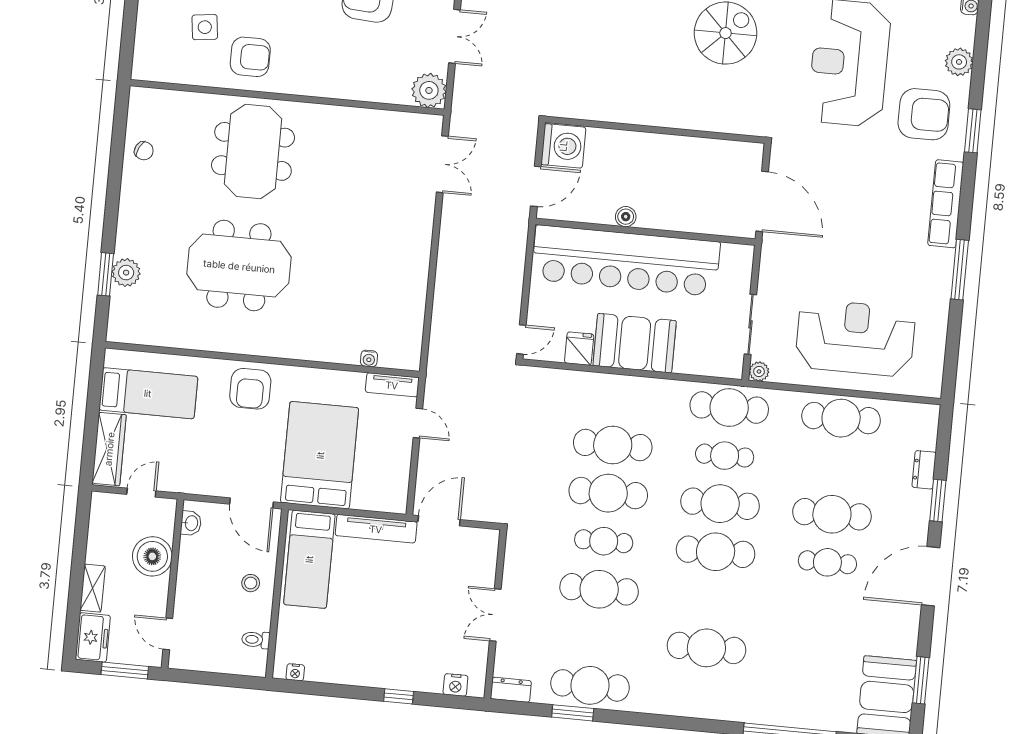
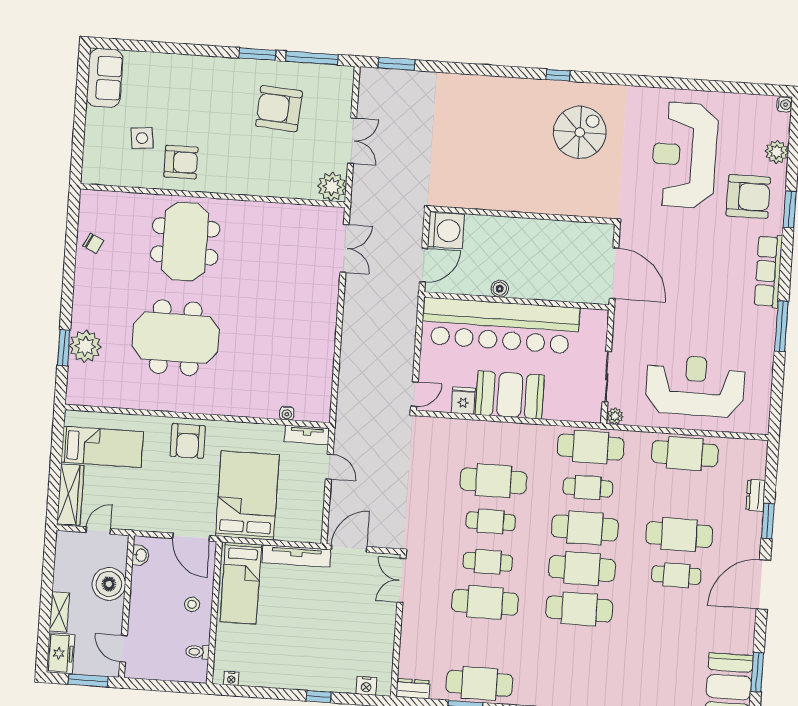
plant: (126, 273) -> (85, 346), width x1.36, depth x1.36
cafe table: (608, 493) -> (491, 521), width x0.73, depth x0.74
double door: (495, 615) -> (401, 580), moved
cafe table: (706, 648) -> (579, 609), moved

